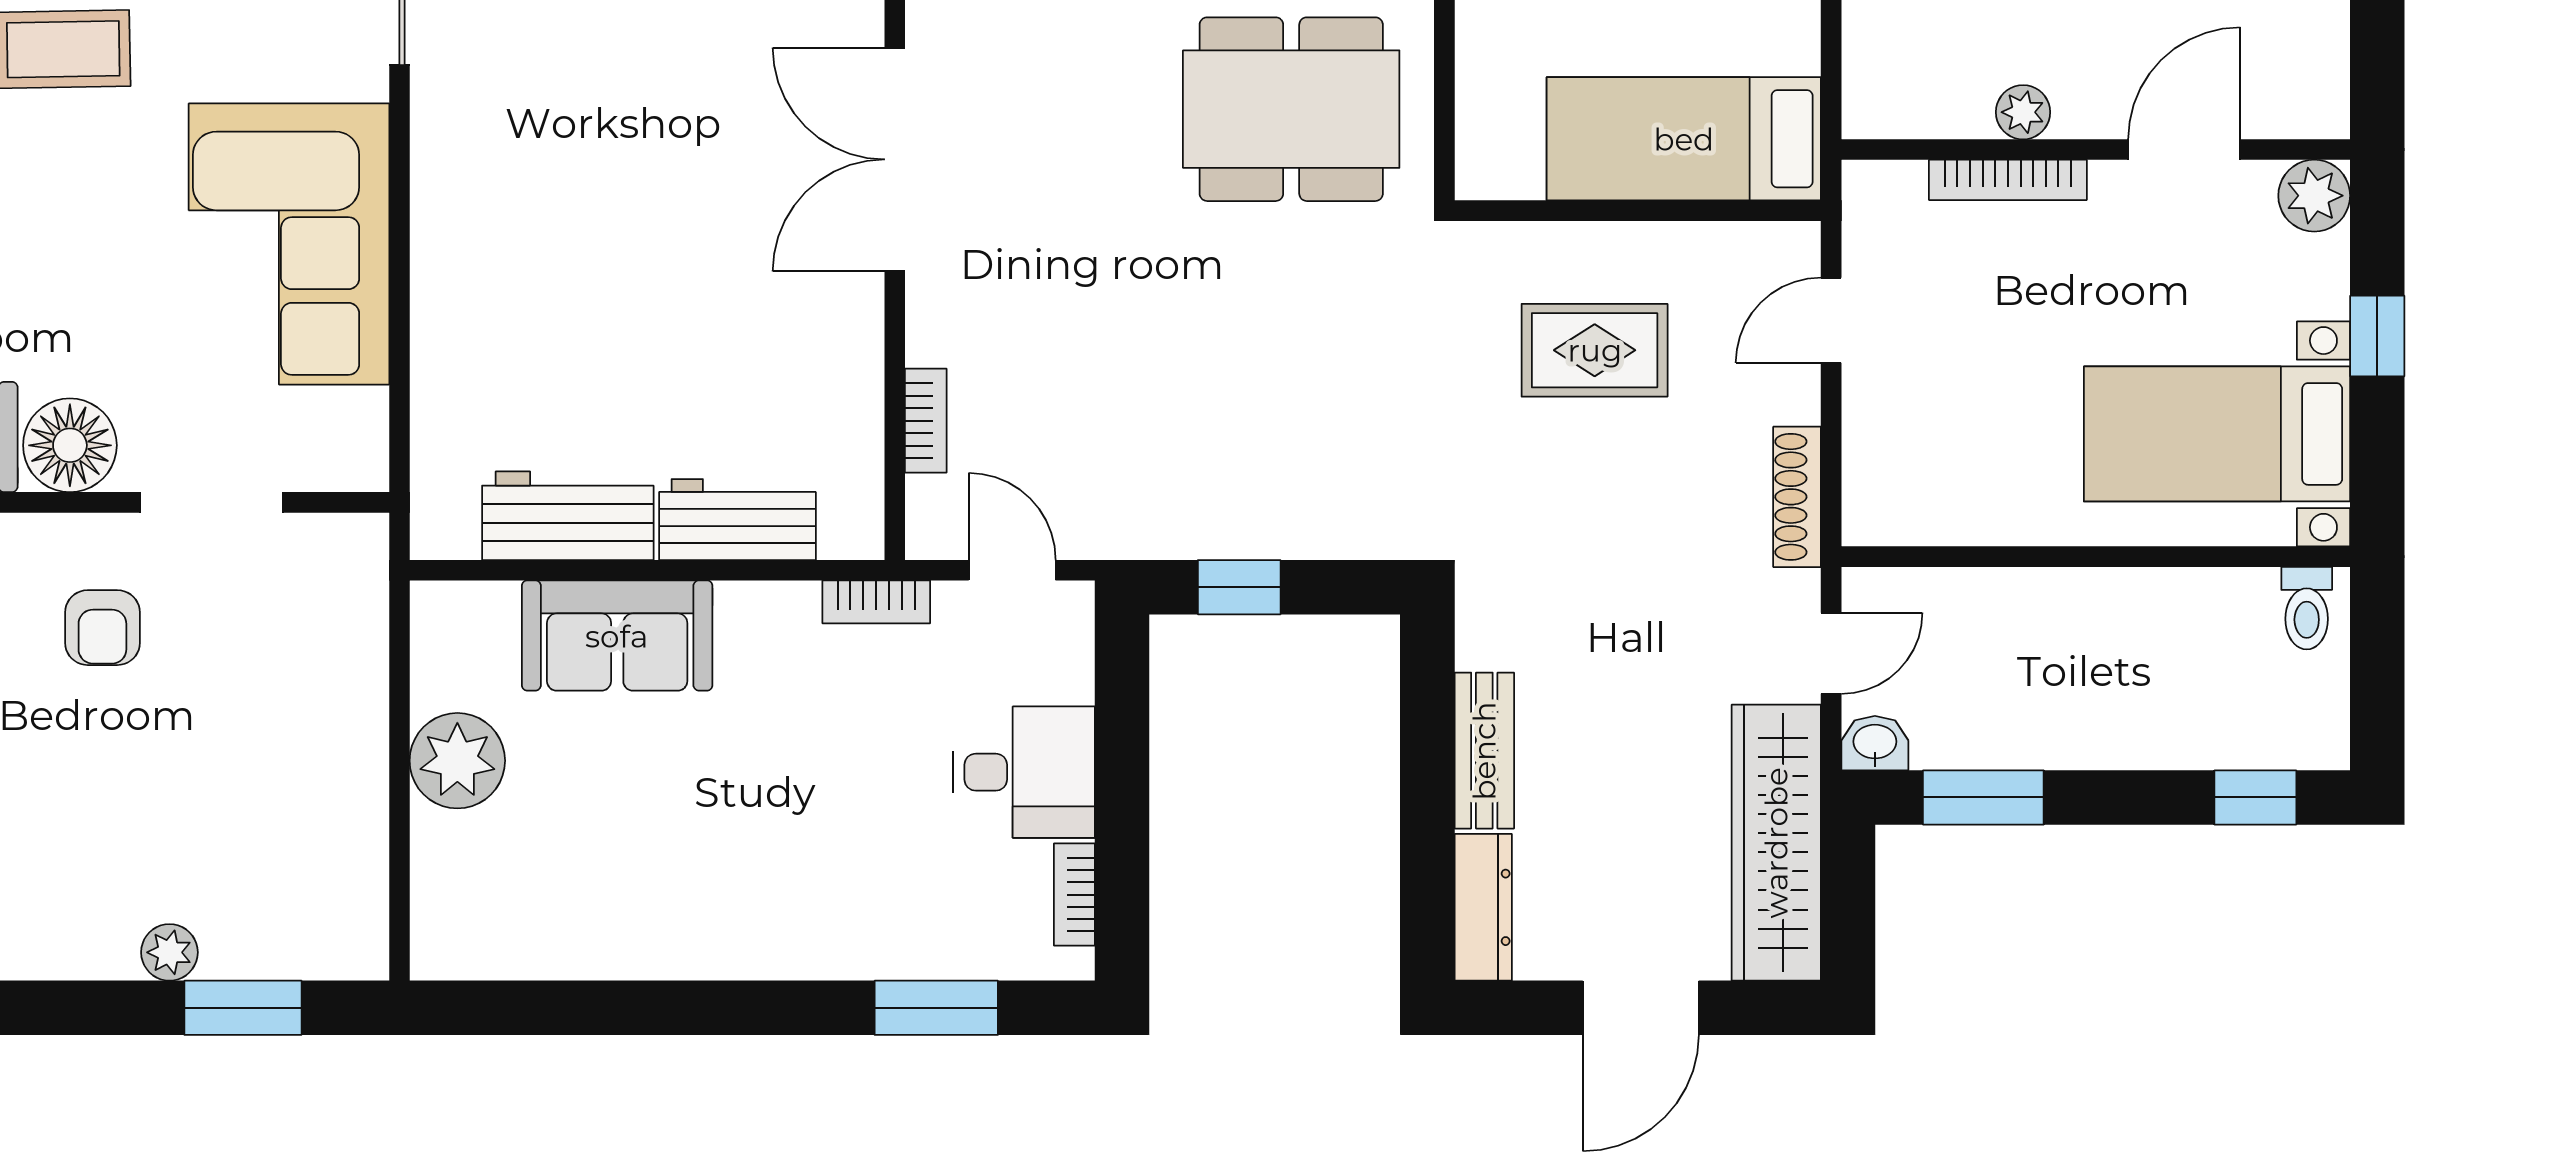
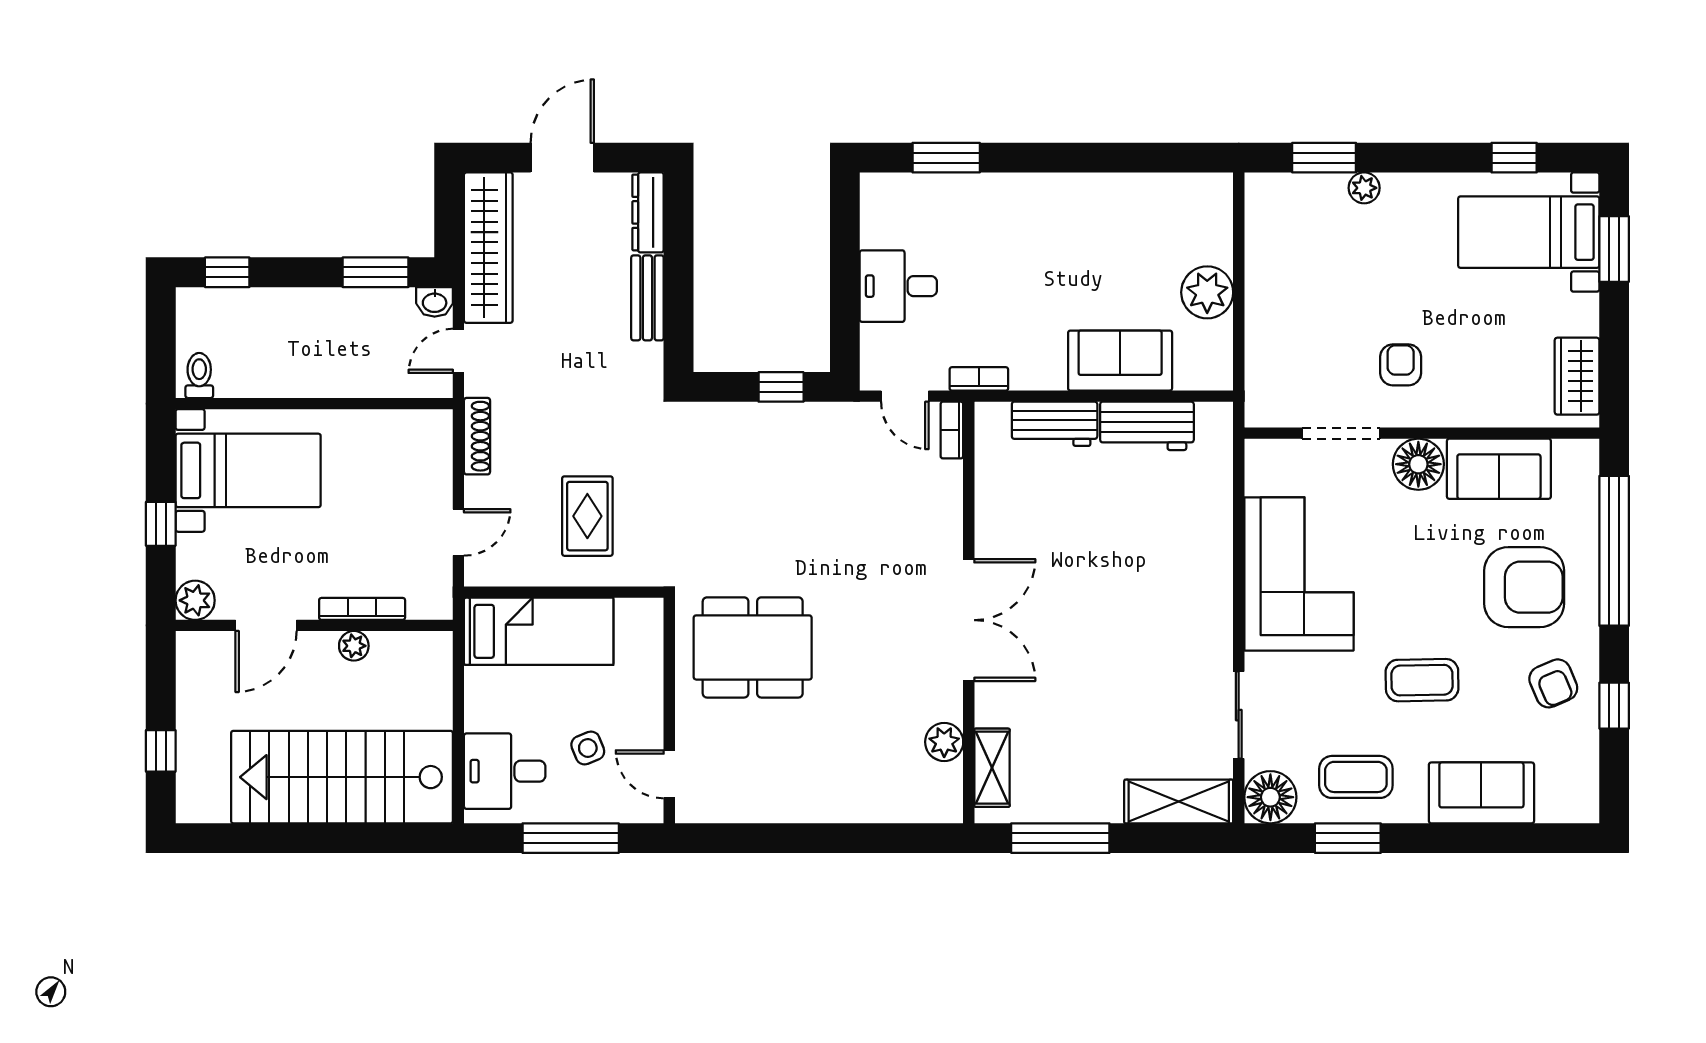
rug: (1595, 350) -> (587, 516), turned 90
bookcase: (926, 421) -> (952, 430), moved
bookcase: (1074, 895) -> (871, 219), removed

